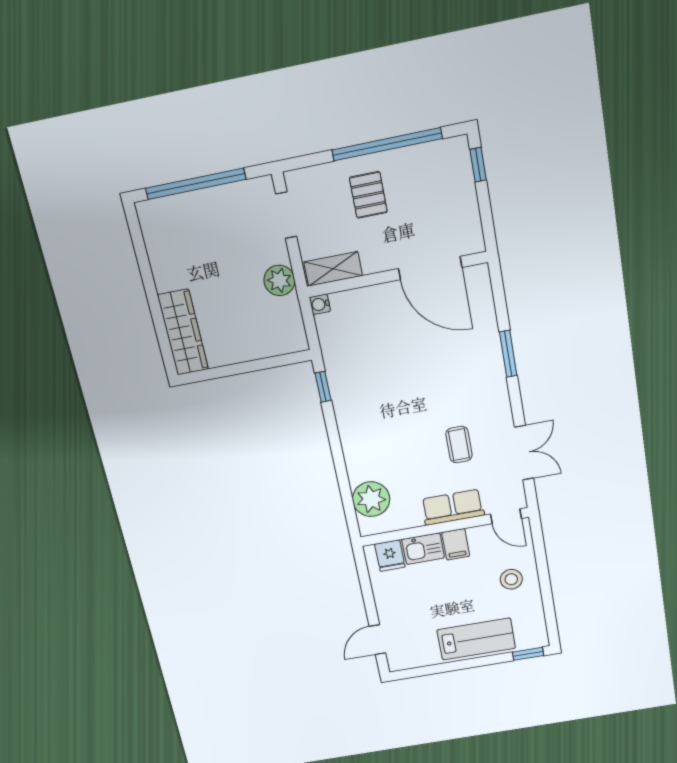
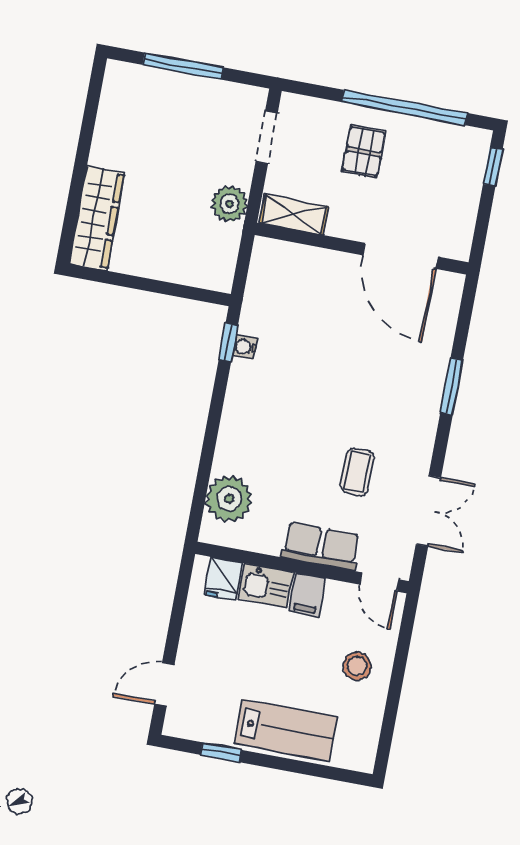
window: (196, 184) -> (183, 66), width x0.68
water cooler: (320, 304) -> (245, 347), moved
window: (528, 654) -> (221, 752), moved

